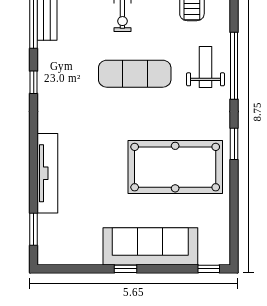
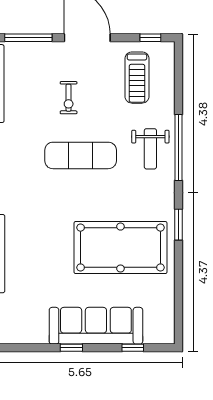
weight bench: (206, 67) -> (150, 149), turned 180
window: (209, 269) -> (133, 348), moved

